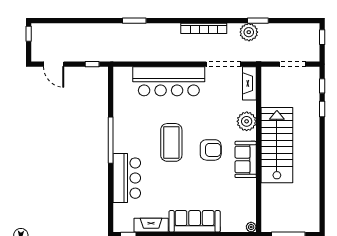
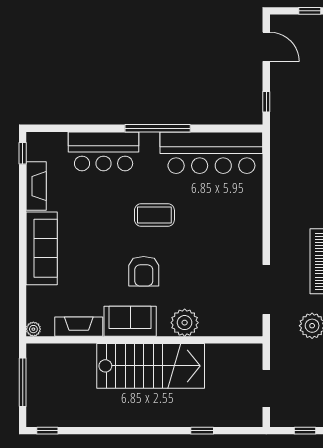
door: (54, 64) -> (266, 47), swing flipped
bar counter: (169, 81) -> (211, 153), moved, turned -90
fireplace: (249, 83) -> (79, 327), moved
window: (322, 86) -> (47, 431), moved
coffee table: (171, 142) -> (154, 215), width x0.73, depth x0.76

